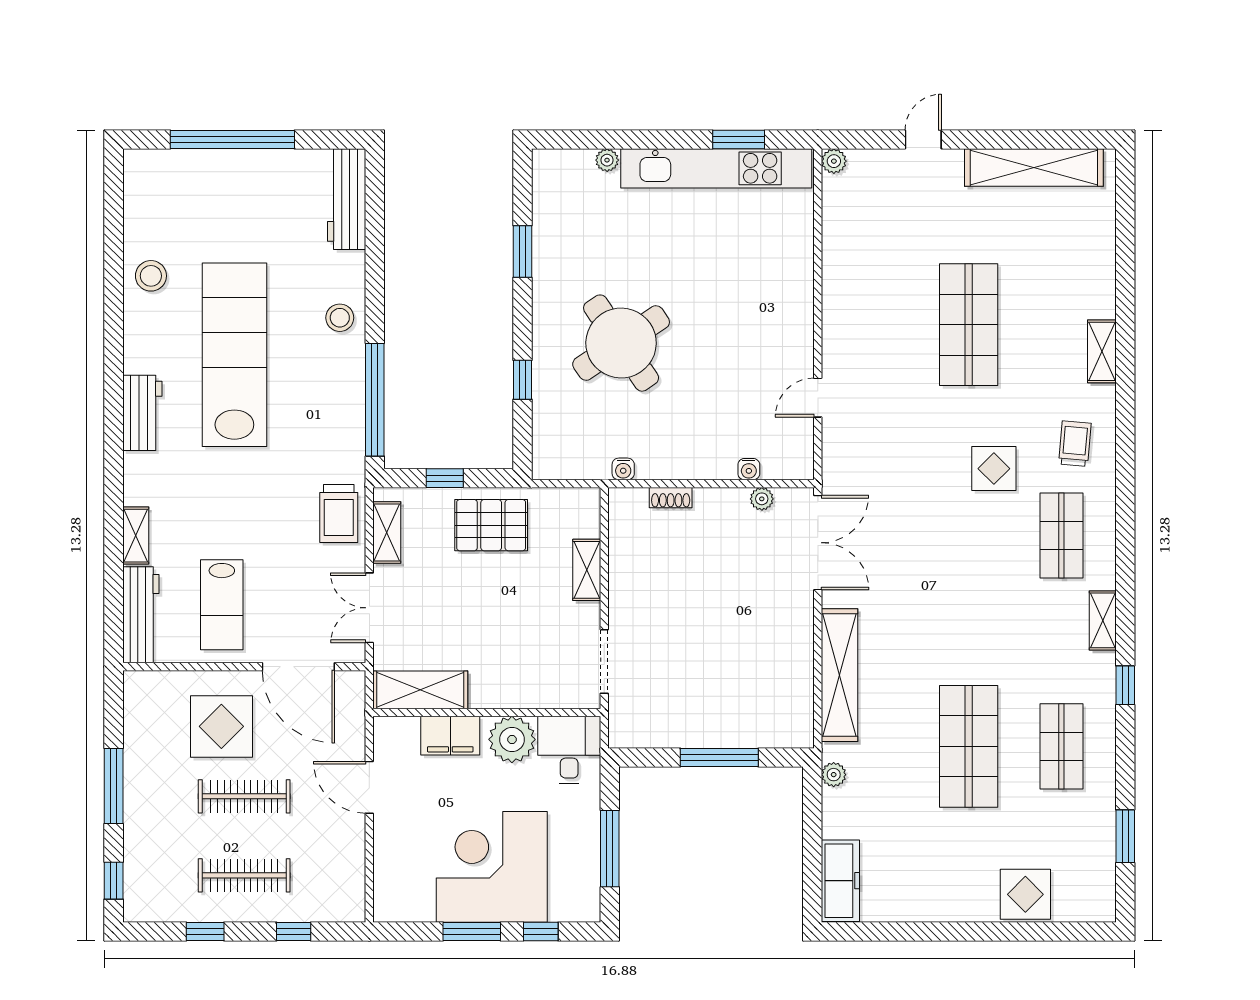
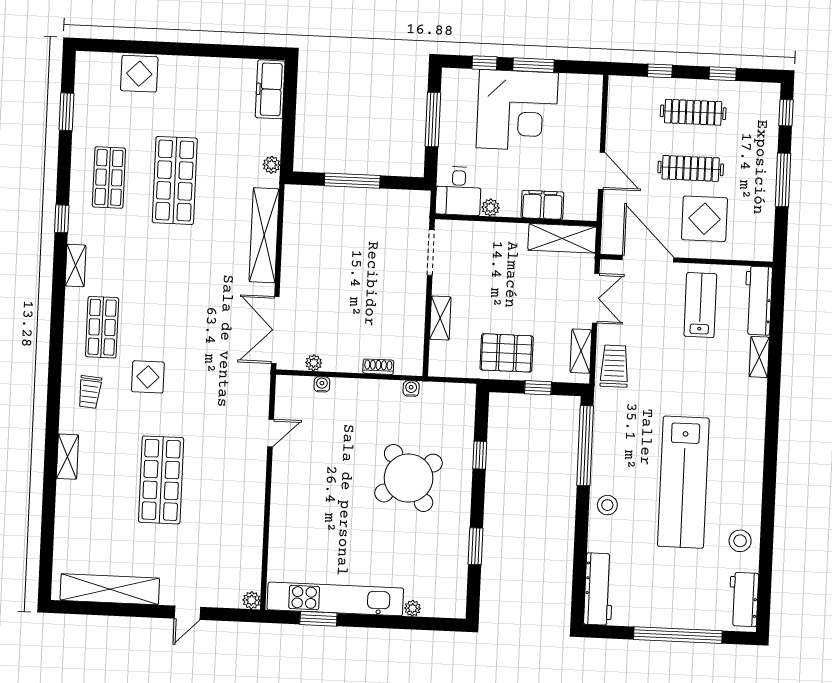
workbench: (142, 413) -> (744, 599), moved
plant: (512, 739) -> (491, 208), width x0.53, depth x0.53

